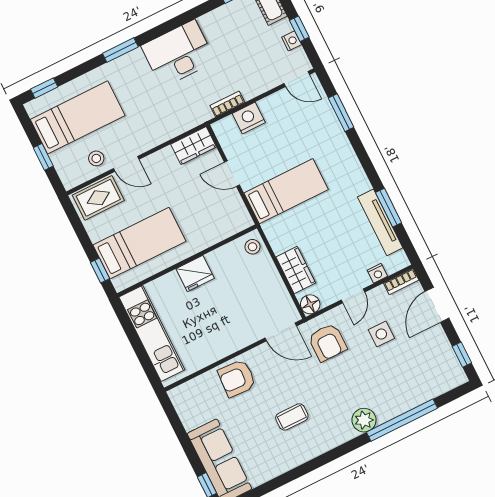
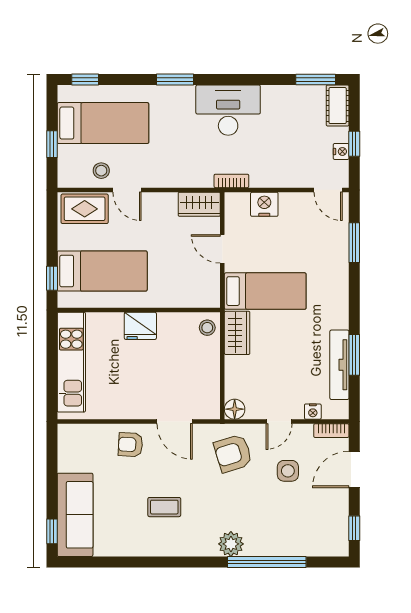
bookcase: (227, 104) -> (231, 181), moved
wardrobe: (296, 270) -> (237, 333), moved
door: (281, 332) -> (175, 422), moved
armchair: (327, 342) -> (233, 453), turned 73
armchair: (237, 378) -> (130, 445), width x0.72, depth x0.72

